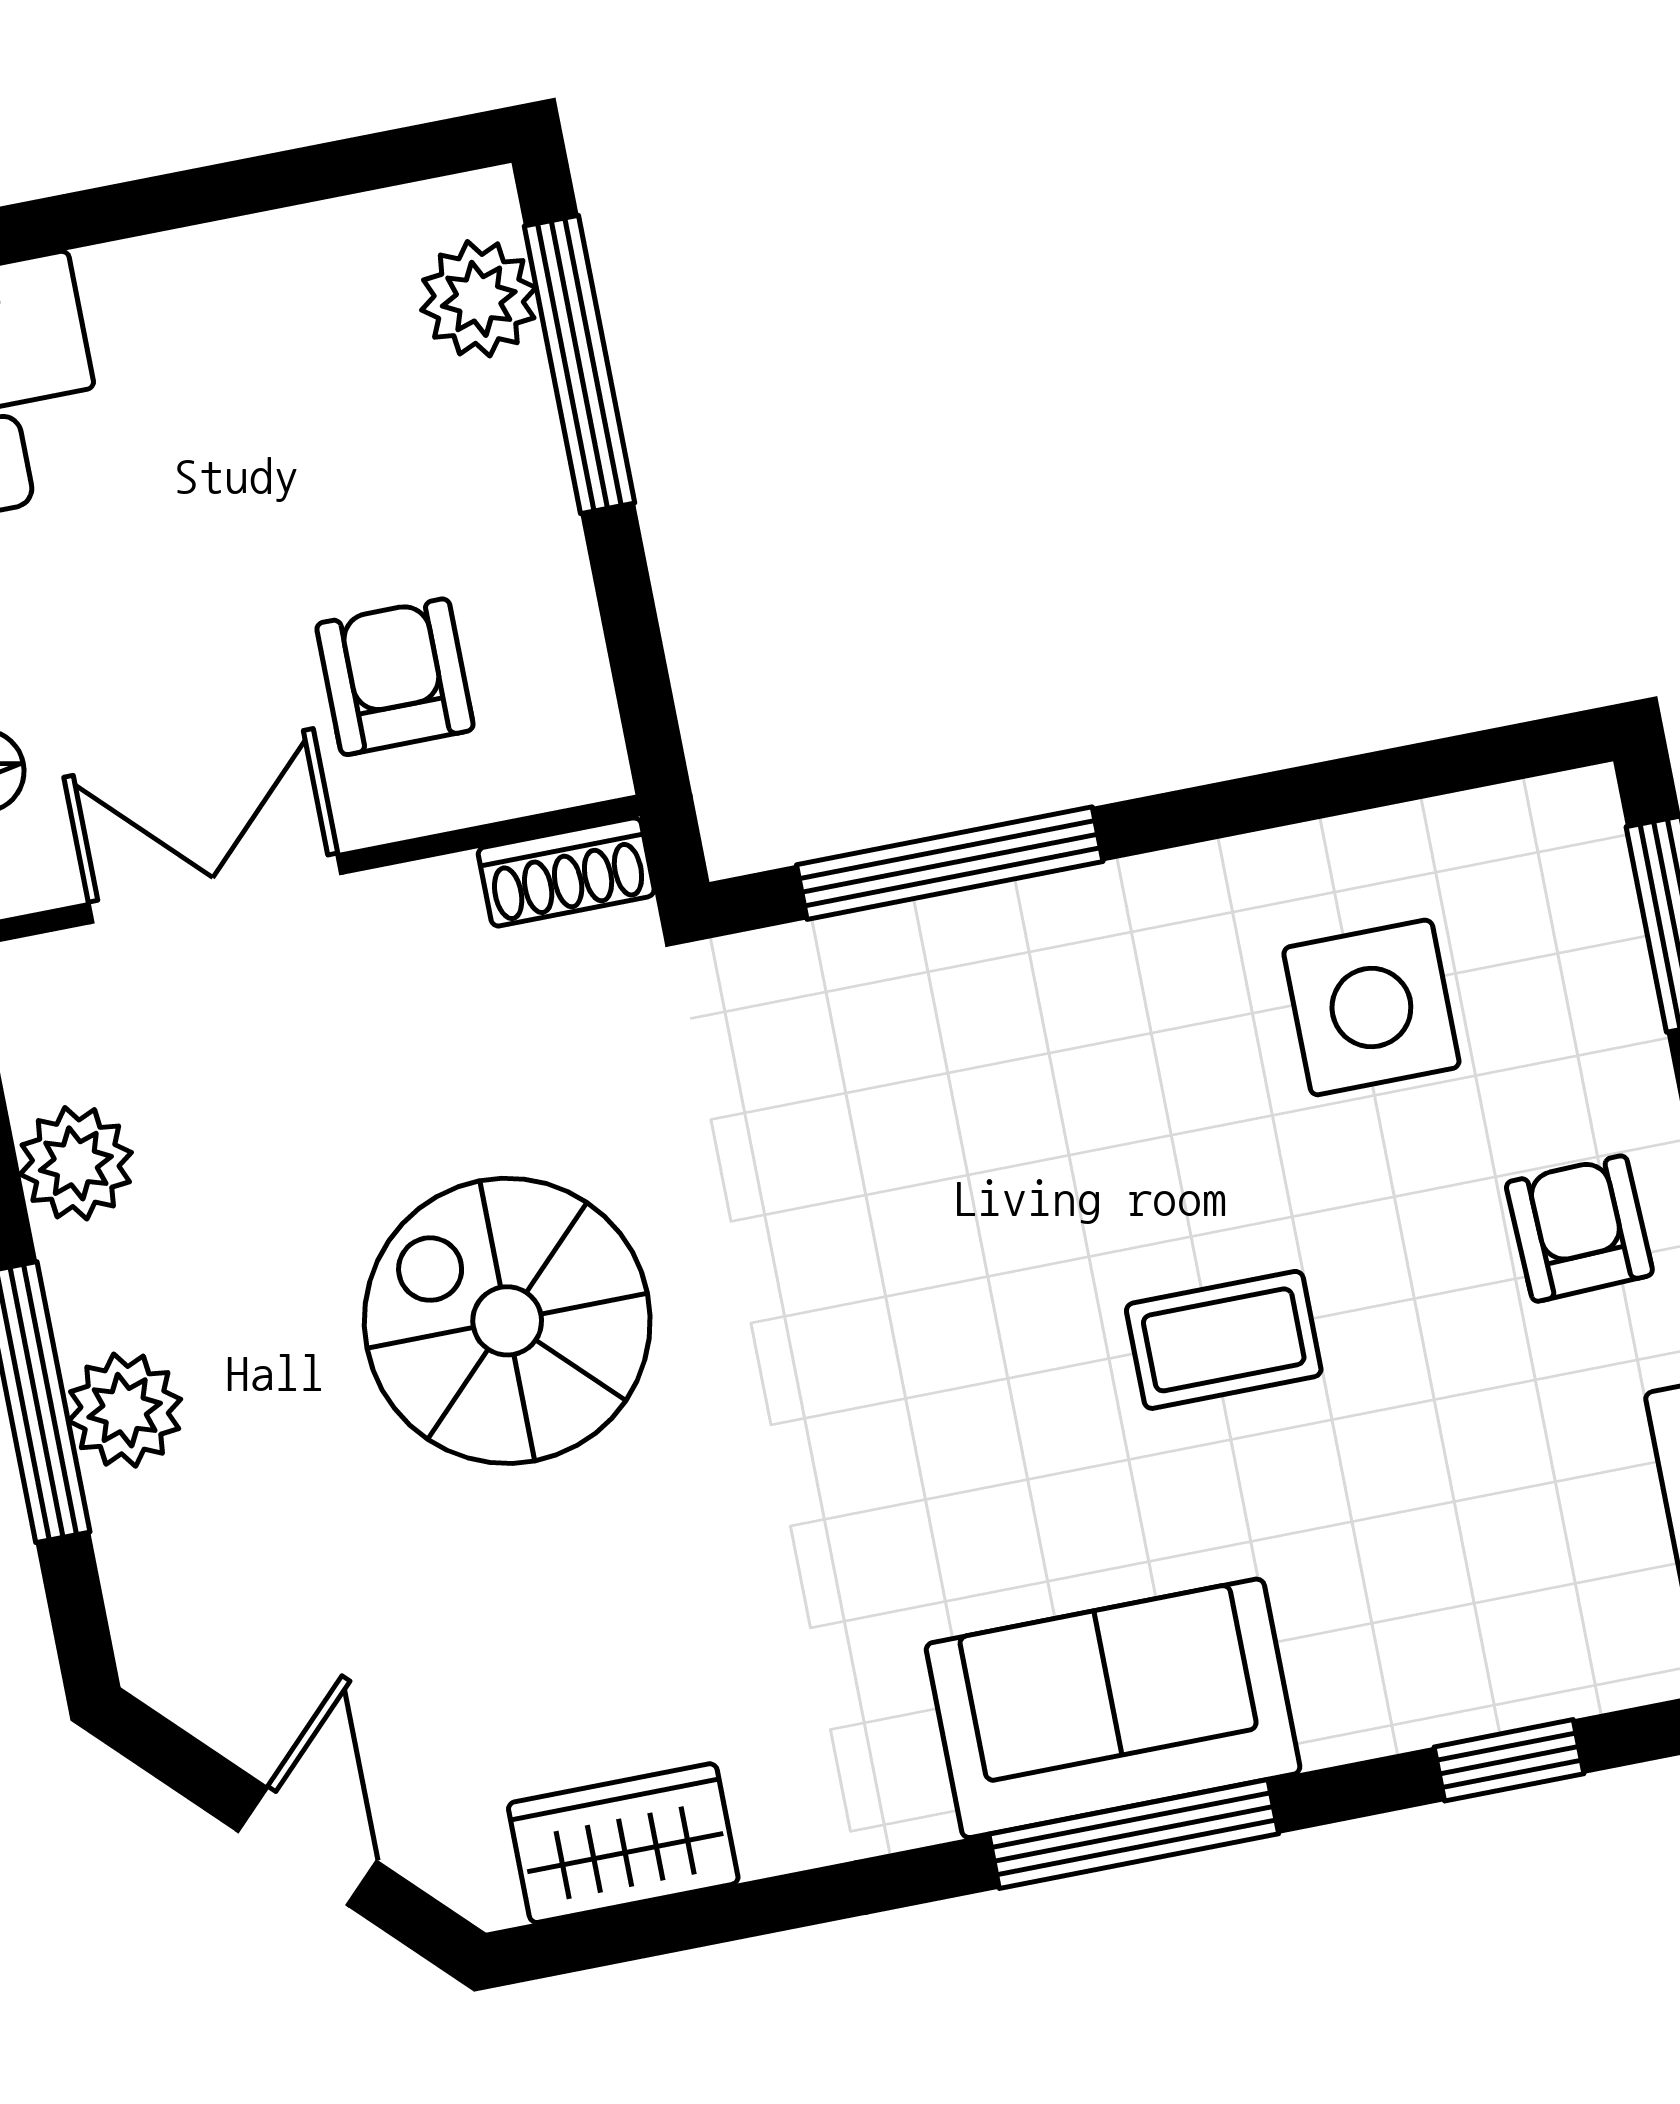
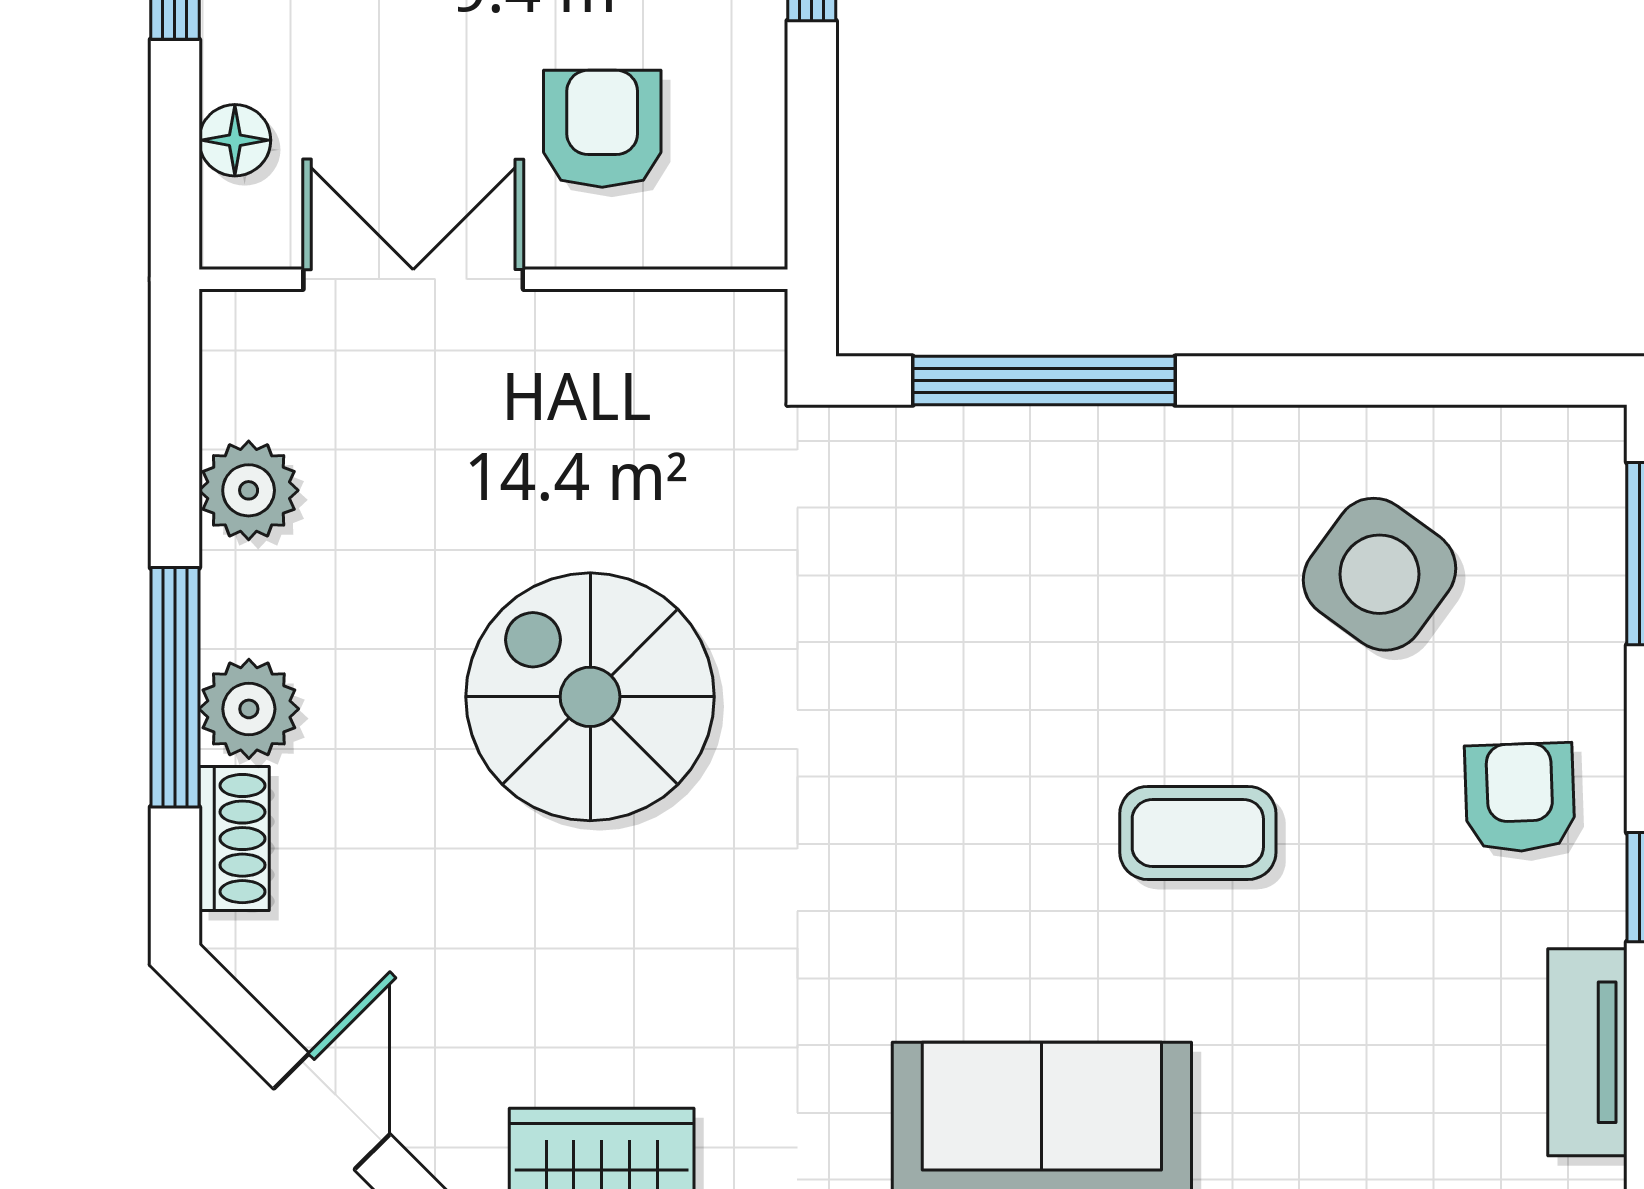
shoe rack: (566, 872) -> (234, 839), moved, turned -90
side table: (1371, 1007) -> (1379, 574), turned 36

